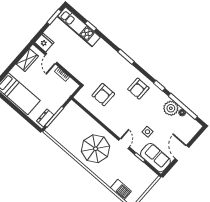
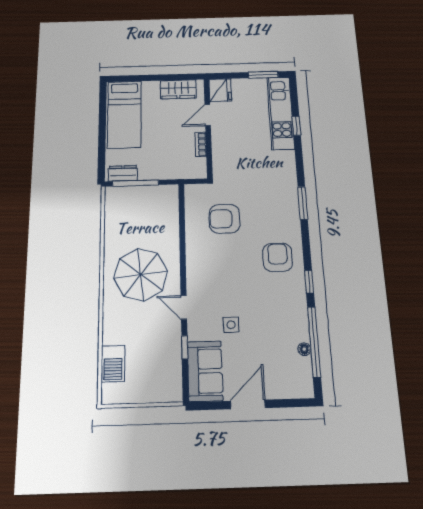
armchair: (138, 89) -> (278, 257), turned 90
plant: (171, 108) -> (295, 327), removed
door: (124, 144) -> (184, 307), swing flipped

